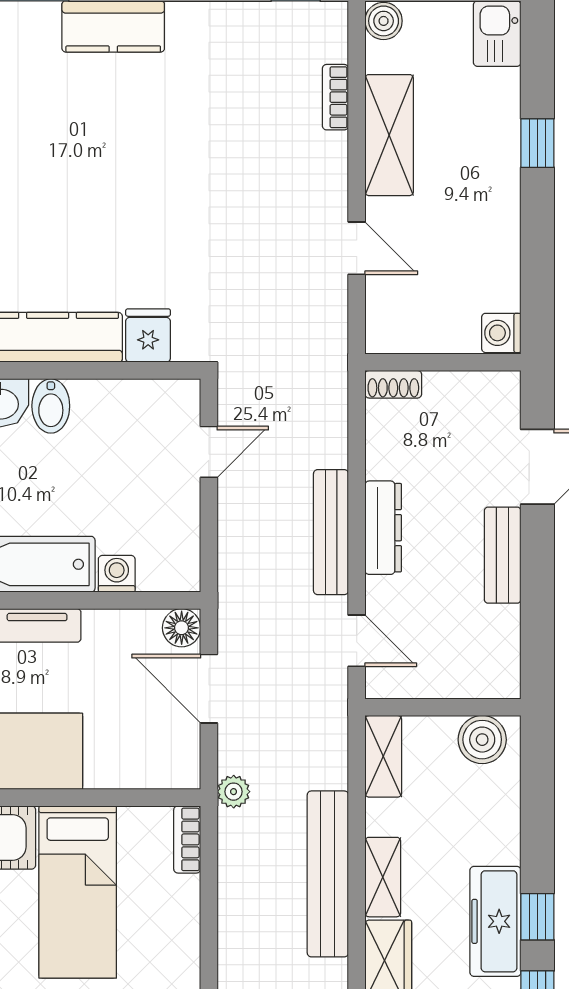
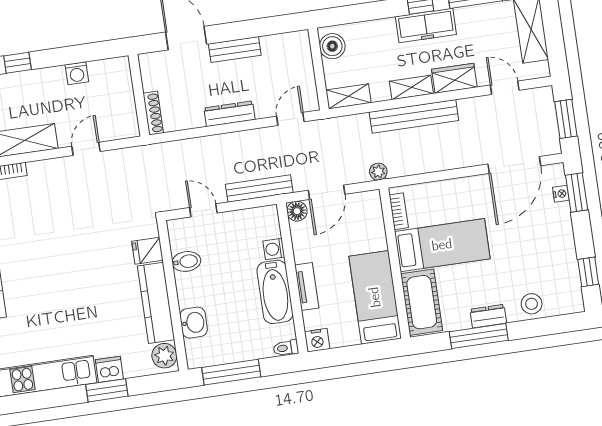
washing machine: (501, 333) -> (77, 73), moved
shoe rack: (393, 384) -> (153, 113), width x1.43
bidet: (51, 406) -> (186, 261), moved
bench: (331, 532) -> (259, 188), moved
bookcase: (187, 839) -> (399, 211), moved, turned -90

